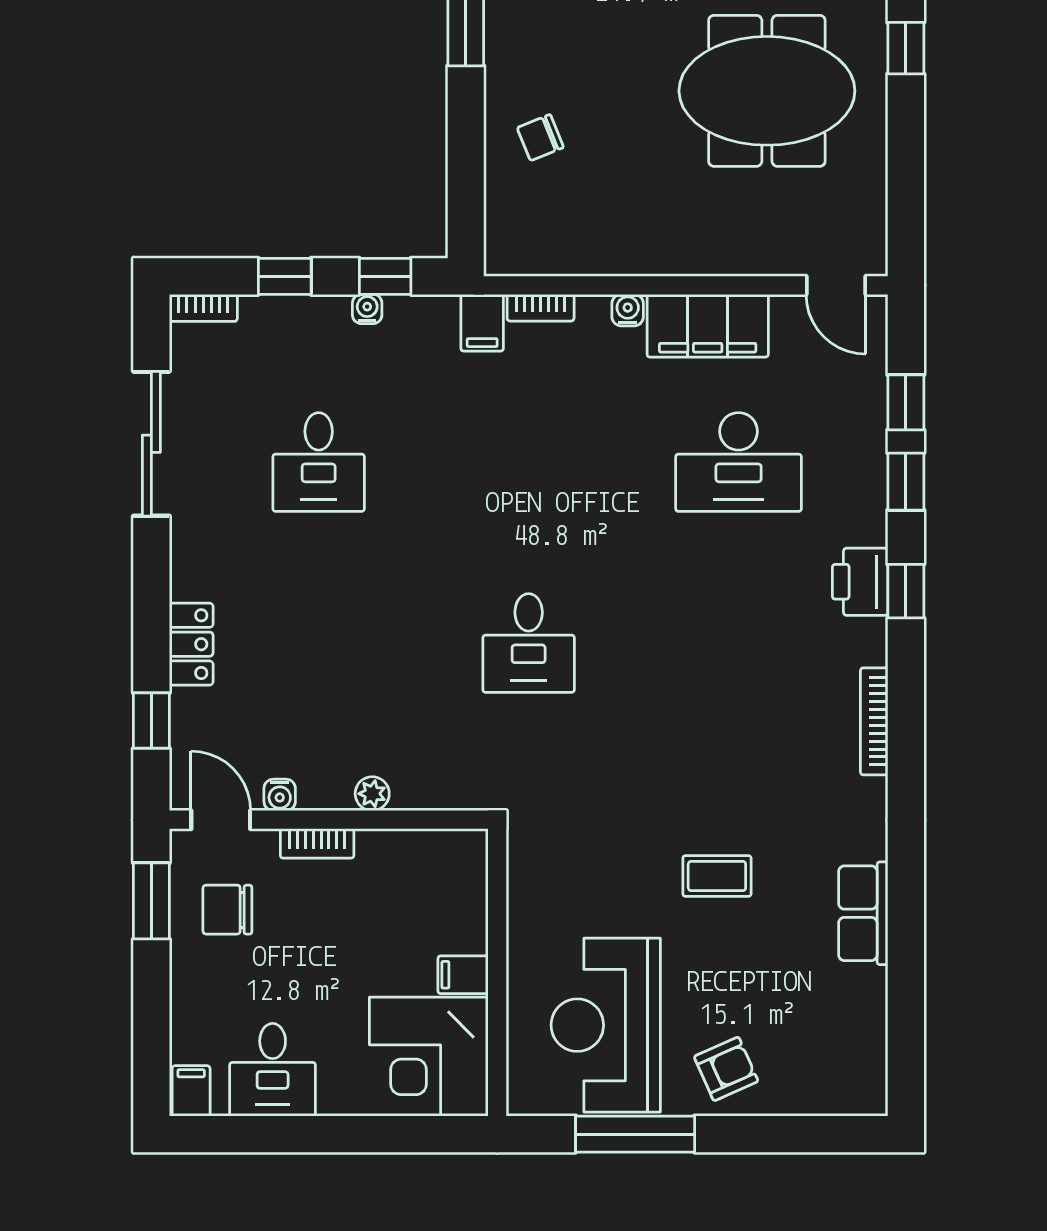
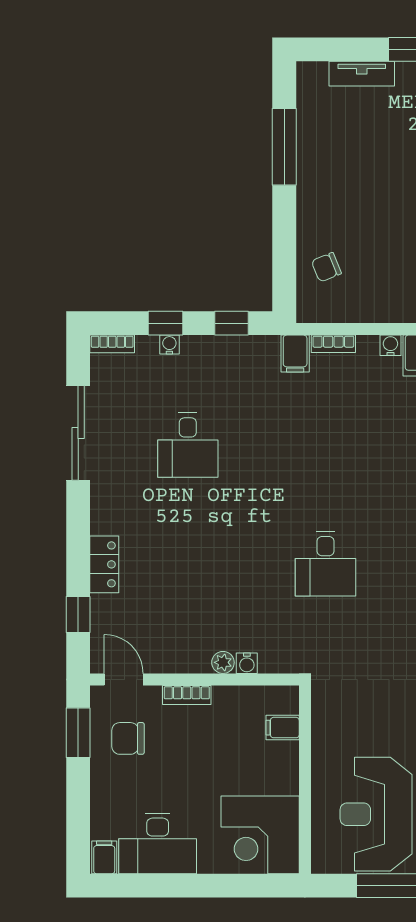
chair: (540, 138) -> (326, 267), moved
water cooler: (367, 309) -> (169, 345), moved
water cooler: (280, 795) -> (247, 663), moved
filing cabinet: (463, 975) -> (283, 728), moved
desk: (273, 1070) -> (158, 844), width x1.37

